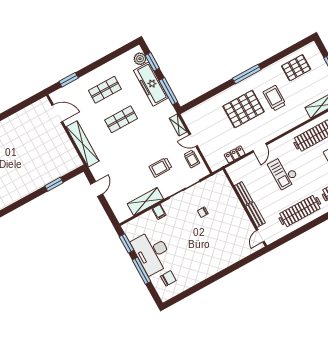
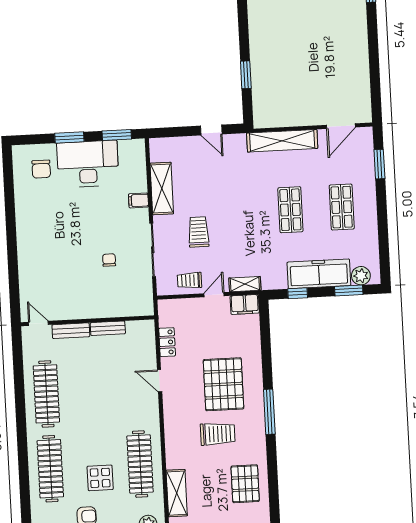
window: (168, 91) -> (298, 293), width x0.46
filing cabinet: (190, 119) -> (245, 304), added
checkout: (283, 172) -> (110, 397), removed
window: (142, 271) -> (69, 137), width x0.69

